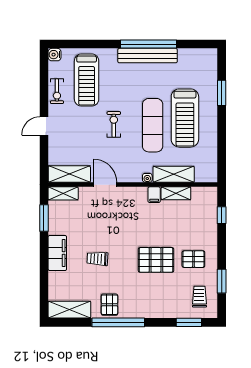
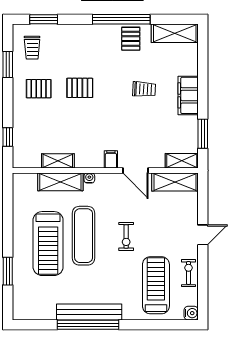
treadmill: (185, 118) -> (48, 244), turned 180
filing cabinet: (154, 195) -> (111, 159), moved
pallet: (156, 260) -> (80, 88), width x0.67, depth x0.71

